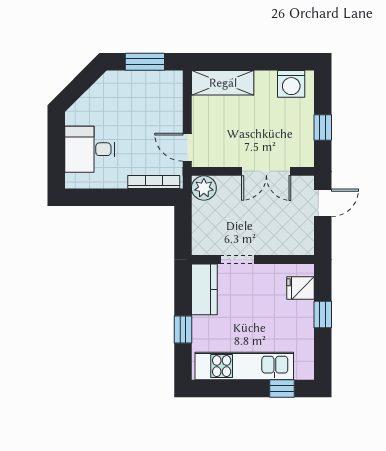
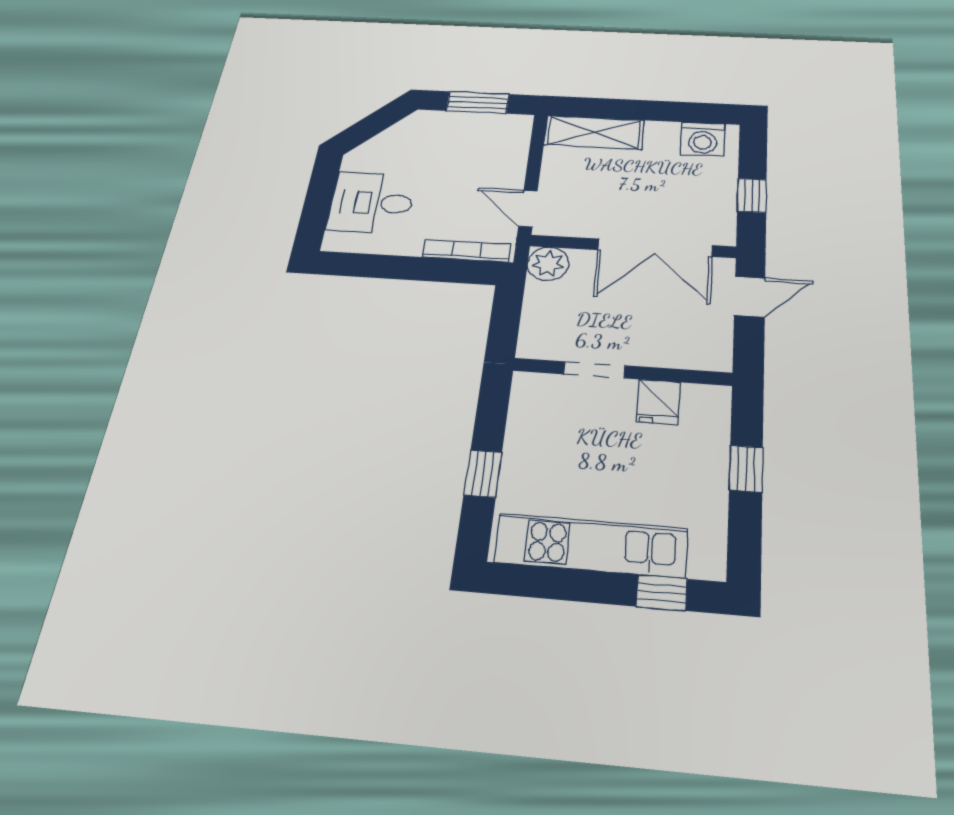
double door: (266, 171) -> (655, 248), width x1.37
fridge: (301, 288) -> (658, 402), moved, turned -90
kitchen counter: (204, 289) -> (530, 412), removed

